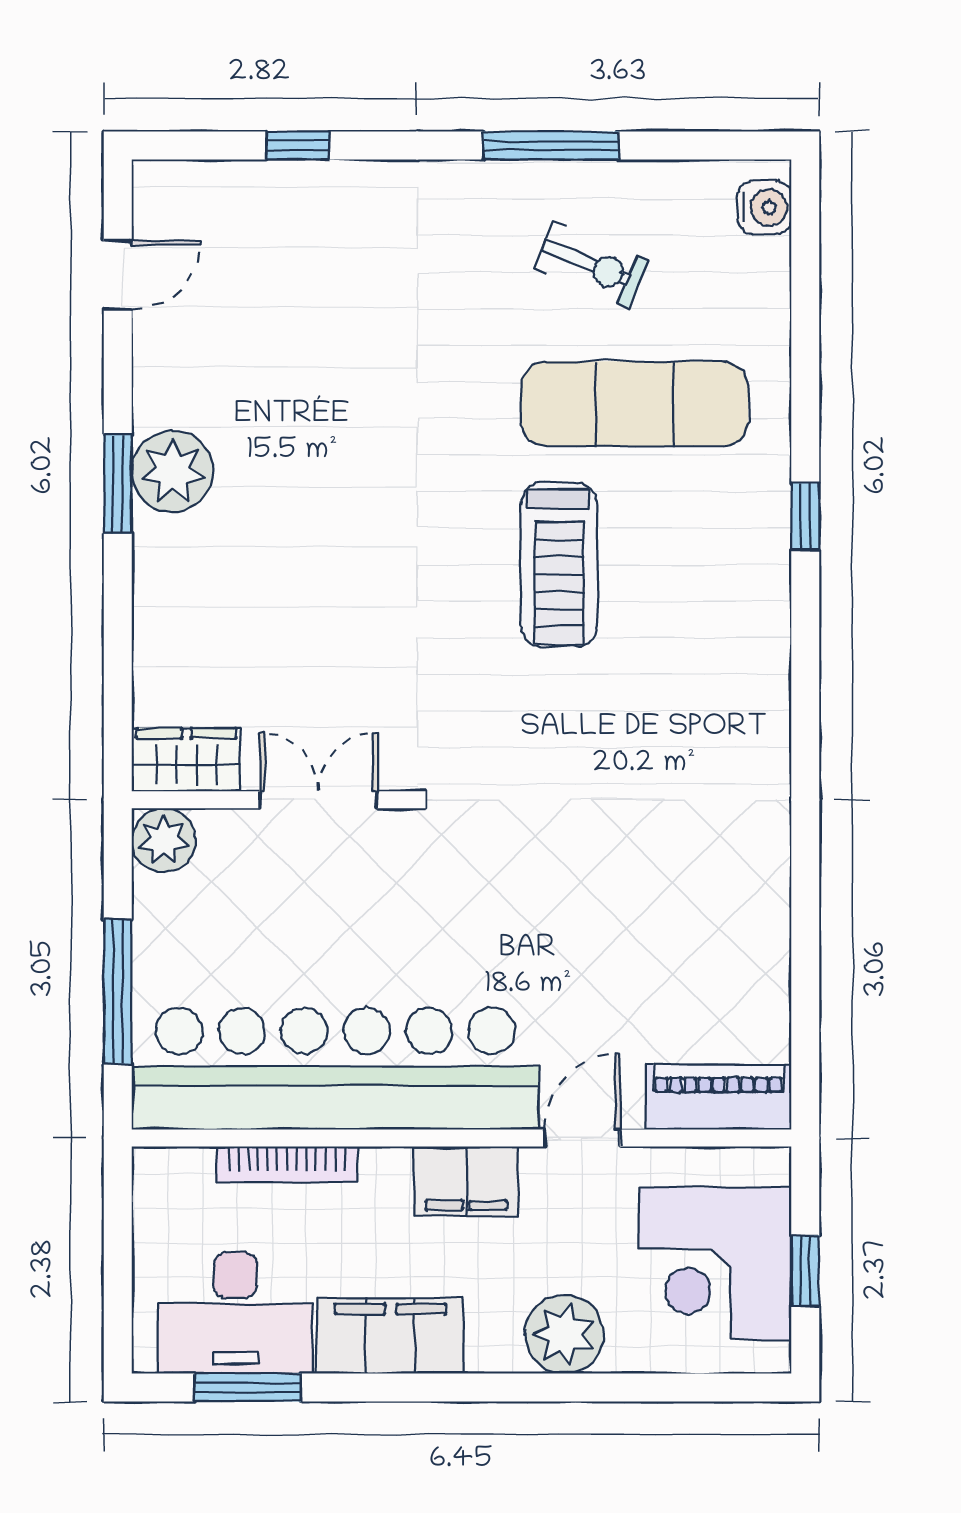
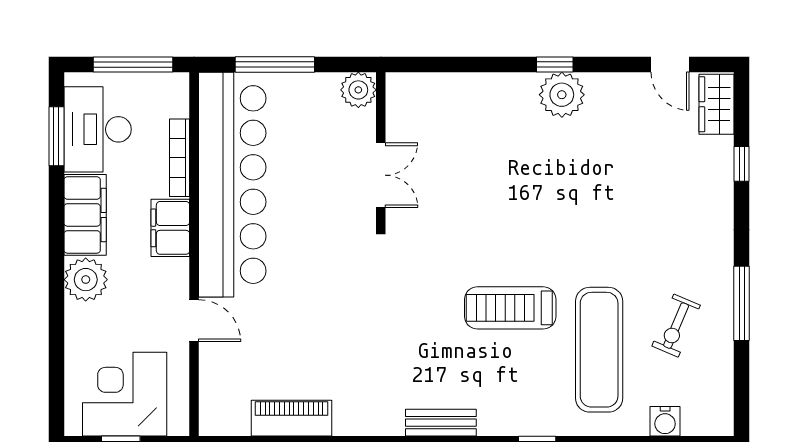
water cooler: (765, 208) -> (665, 421), moved
window: (118, 484) -> (555, 64), width x0.67
bench: (767, 691) -> (441, 423), added
wardrobe: (186, 760) -> (717, 104), moved, turned 180
piano: (719, 1097) -> (292, 418), moved, turned -90
filing cabinet: (466, 1181) -> (170, 228), moved
window: (118, 1249) -> (133, 64), added
plant: (564, 1334) -> (86, 280), moved

